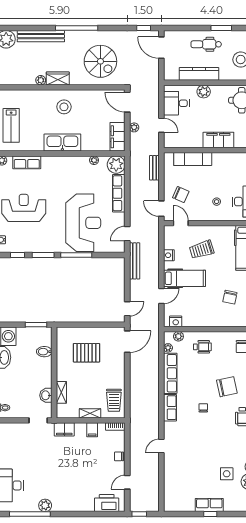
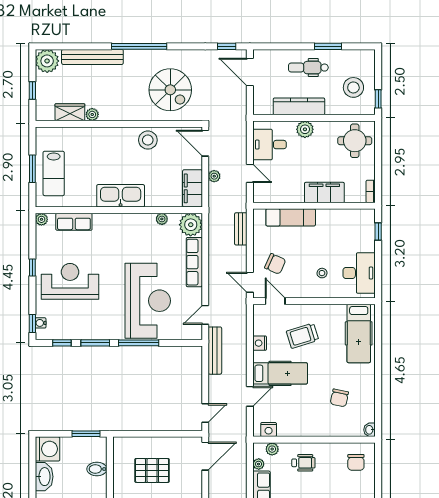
wardrobe: (58, 78) -> (70, 112), moved
stool: (64, 107) -> (148, 140), moved

